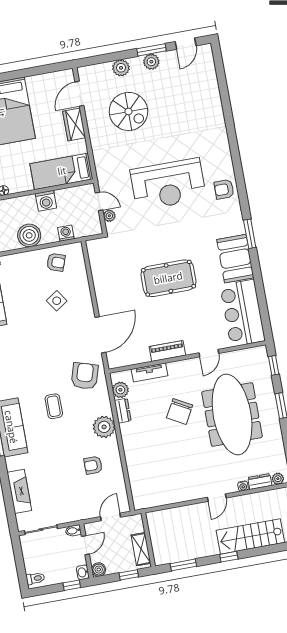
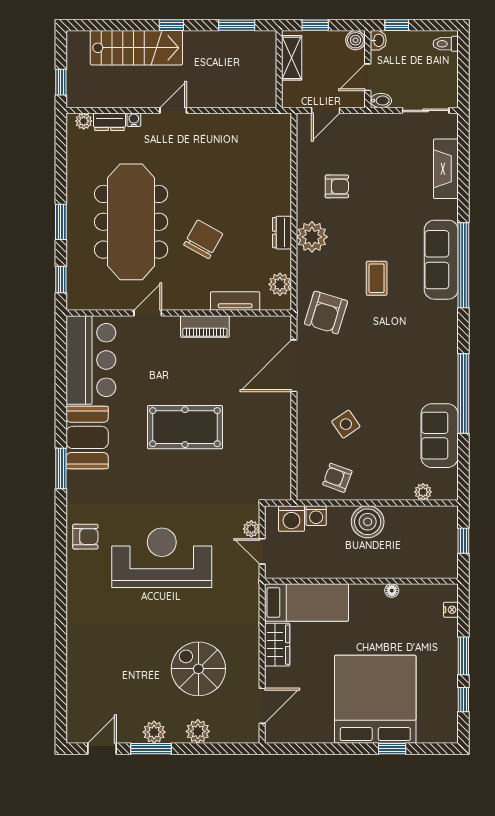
wardrobe: (74, 125) -> (277, 645), moved
washing machine: (46, 201) -> (291, 518), moved, turned 180
dresser: (123, 411) -> (282, 233), moved

